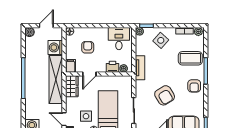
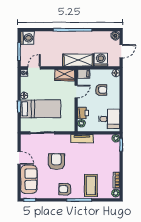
door: (46, 26) -> (121, 51), hinge flipped
side table: (161, 40) -> (108, 158), removed
door: (89, 74) -> (76, 91), swing flipped
shelving: (56, 80) -> (78, 60), width x0.68
armchair: (165, 95) -> (56, 161), turned 121
side table: (86, 116) -> (37, 88), removed

